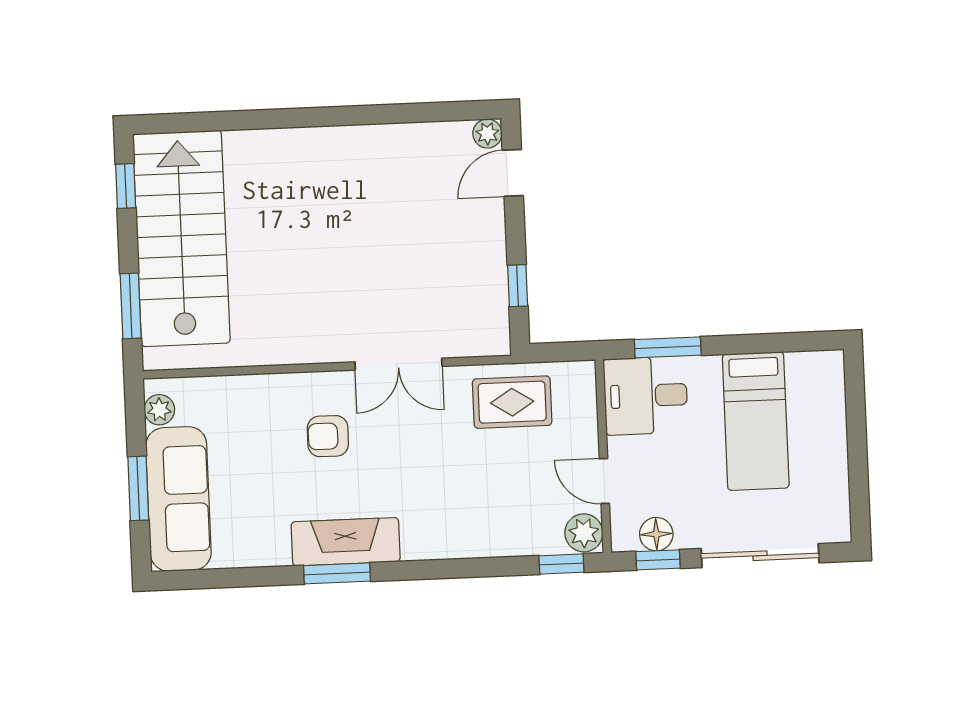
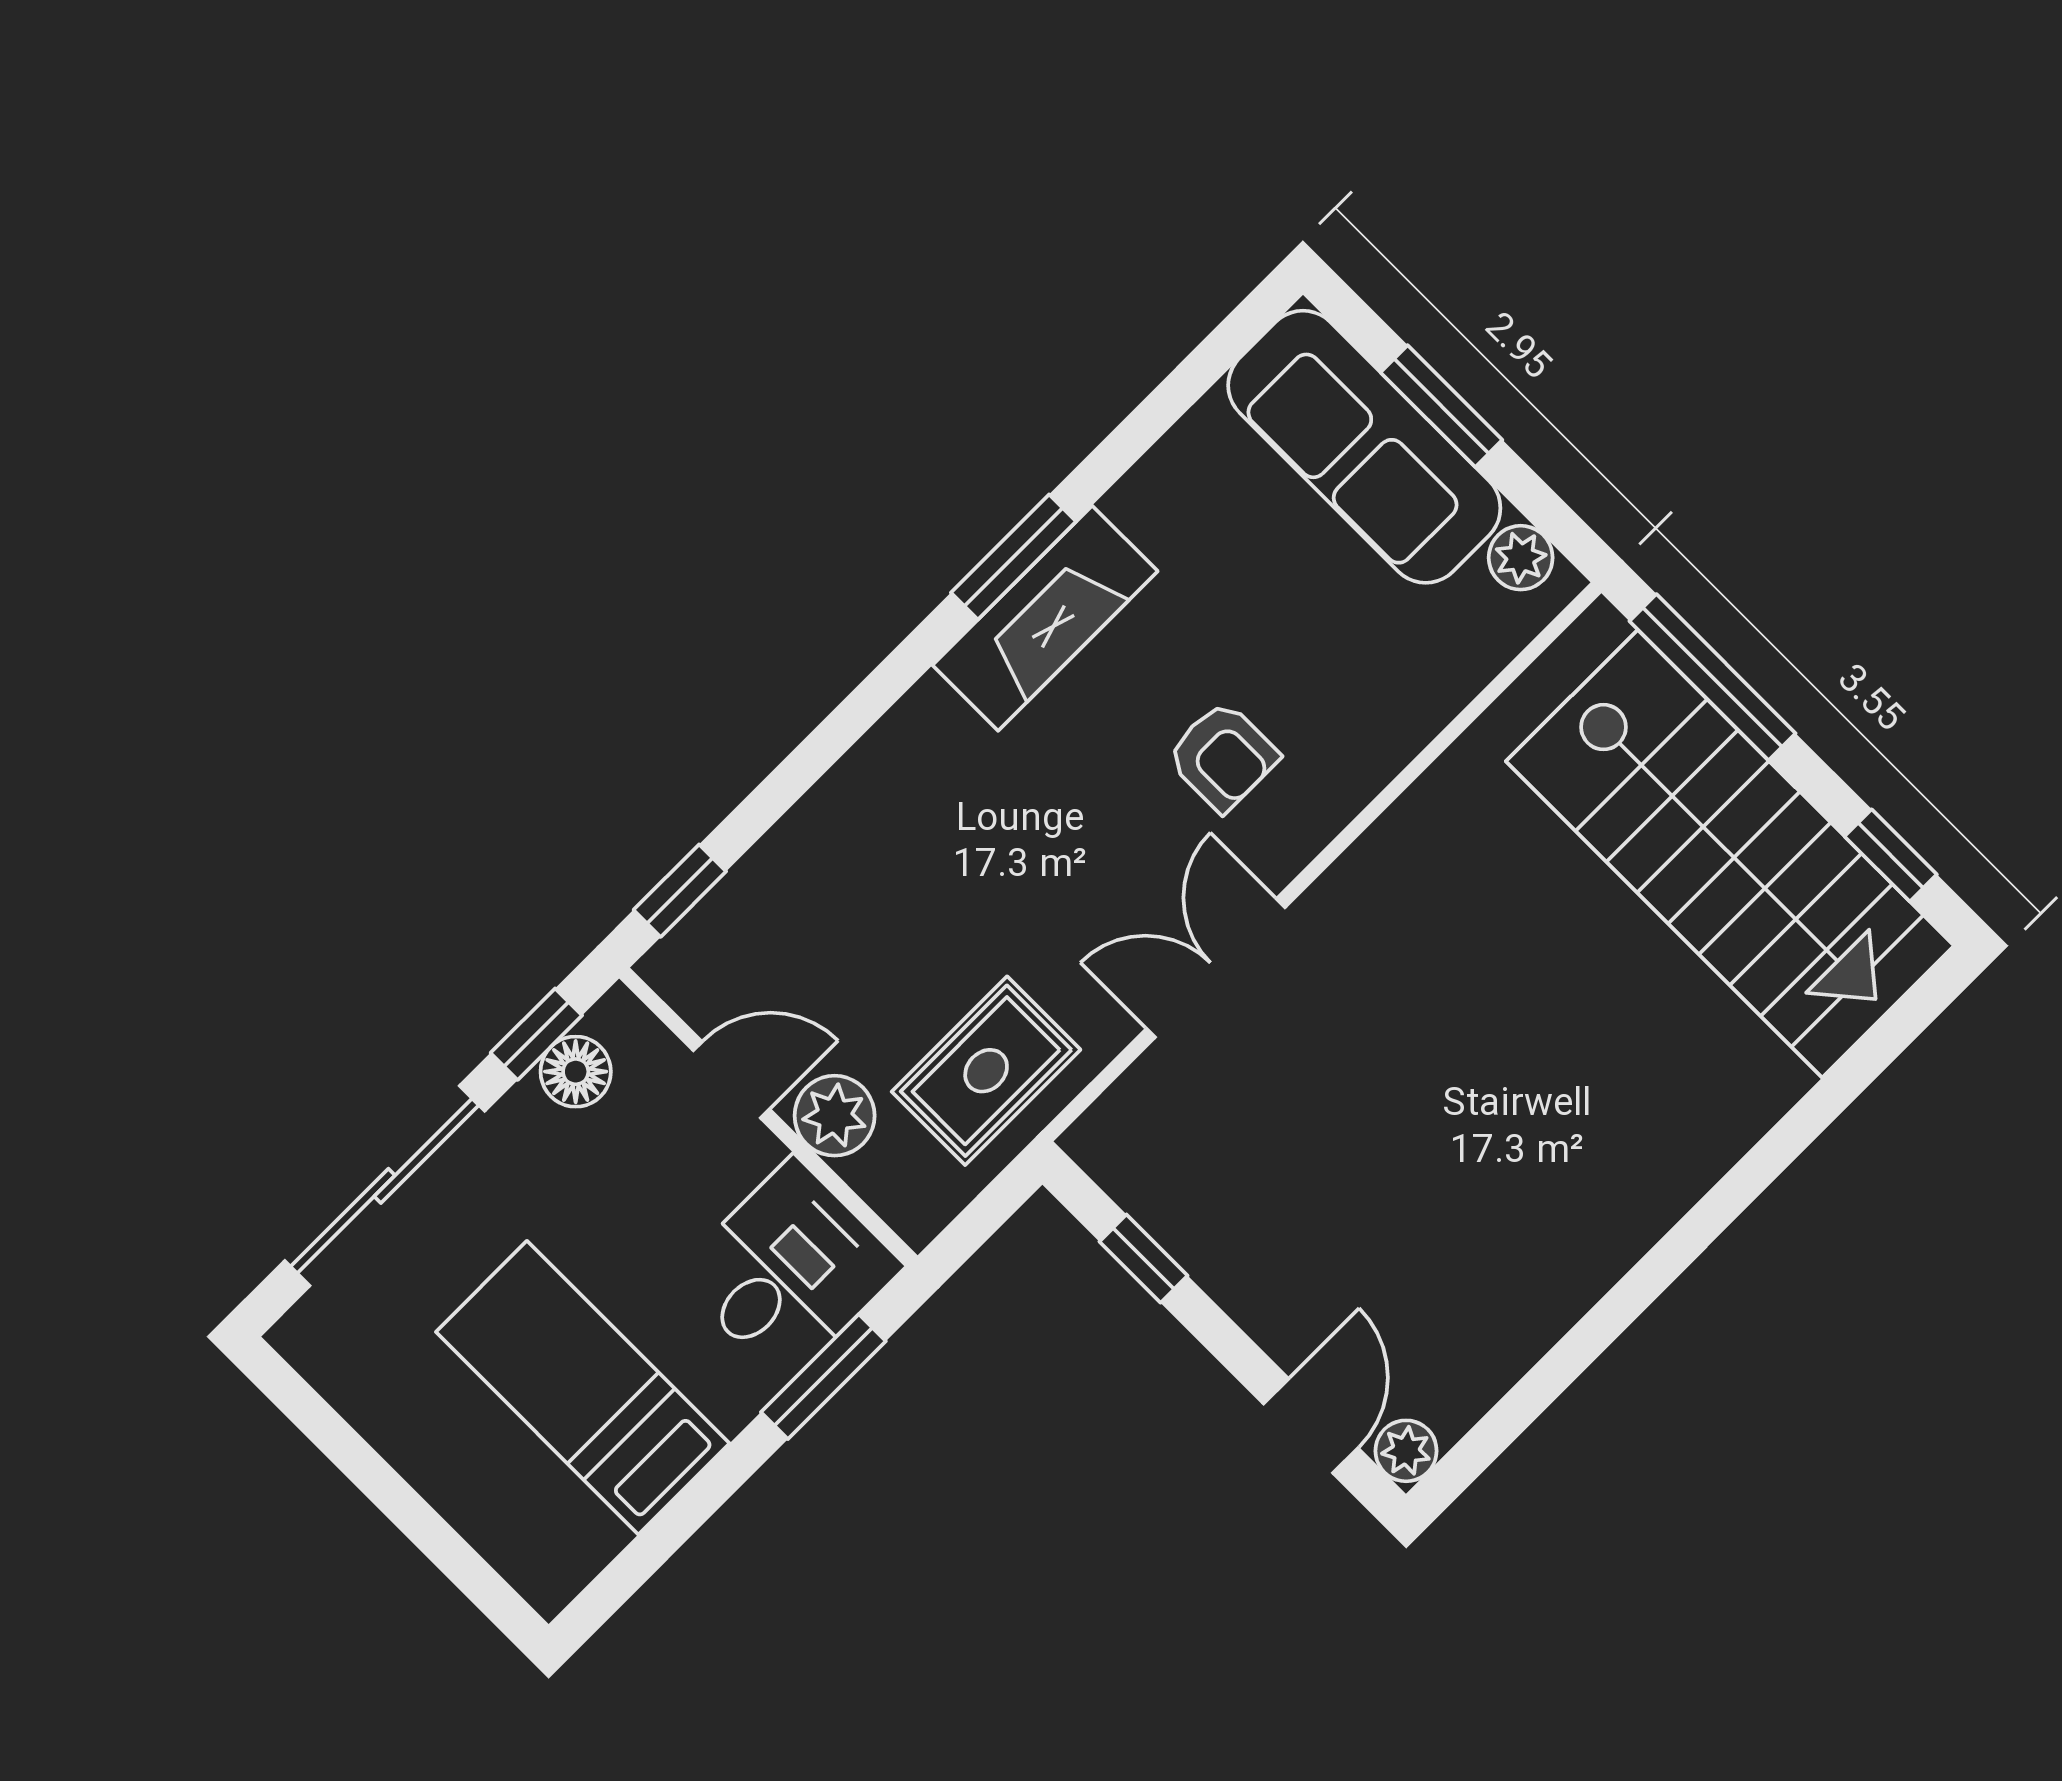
window: (131, 306) -> (1713, 677), width x1.44
armchair: (328, 436) -> (1223, 756), turned 90
plant: (584, 533) -> (835, 1116), moved

